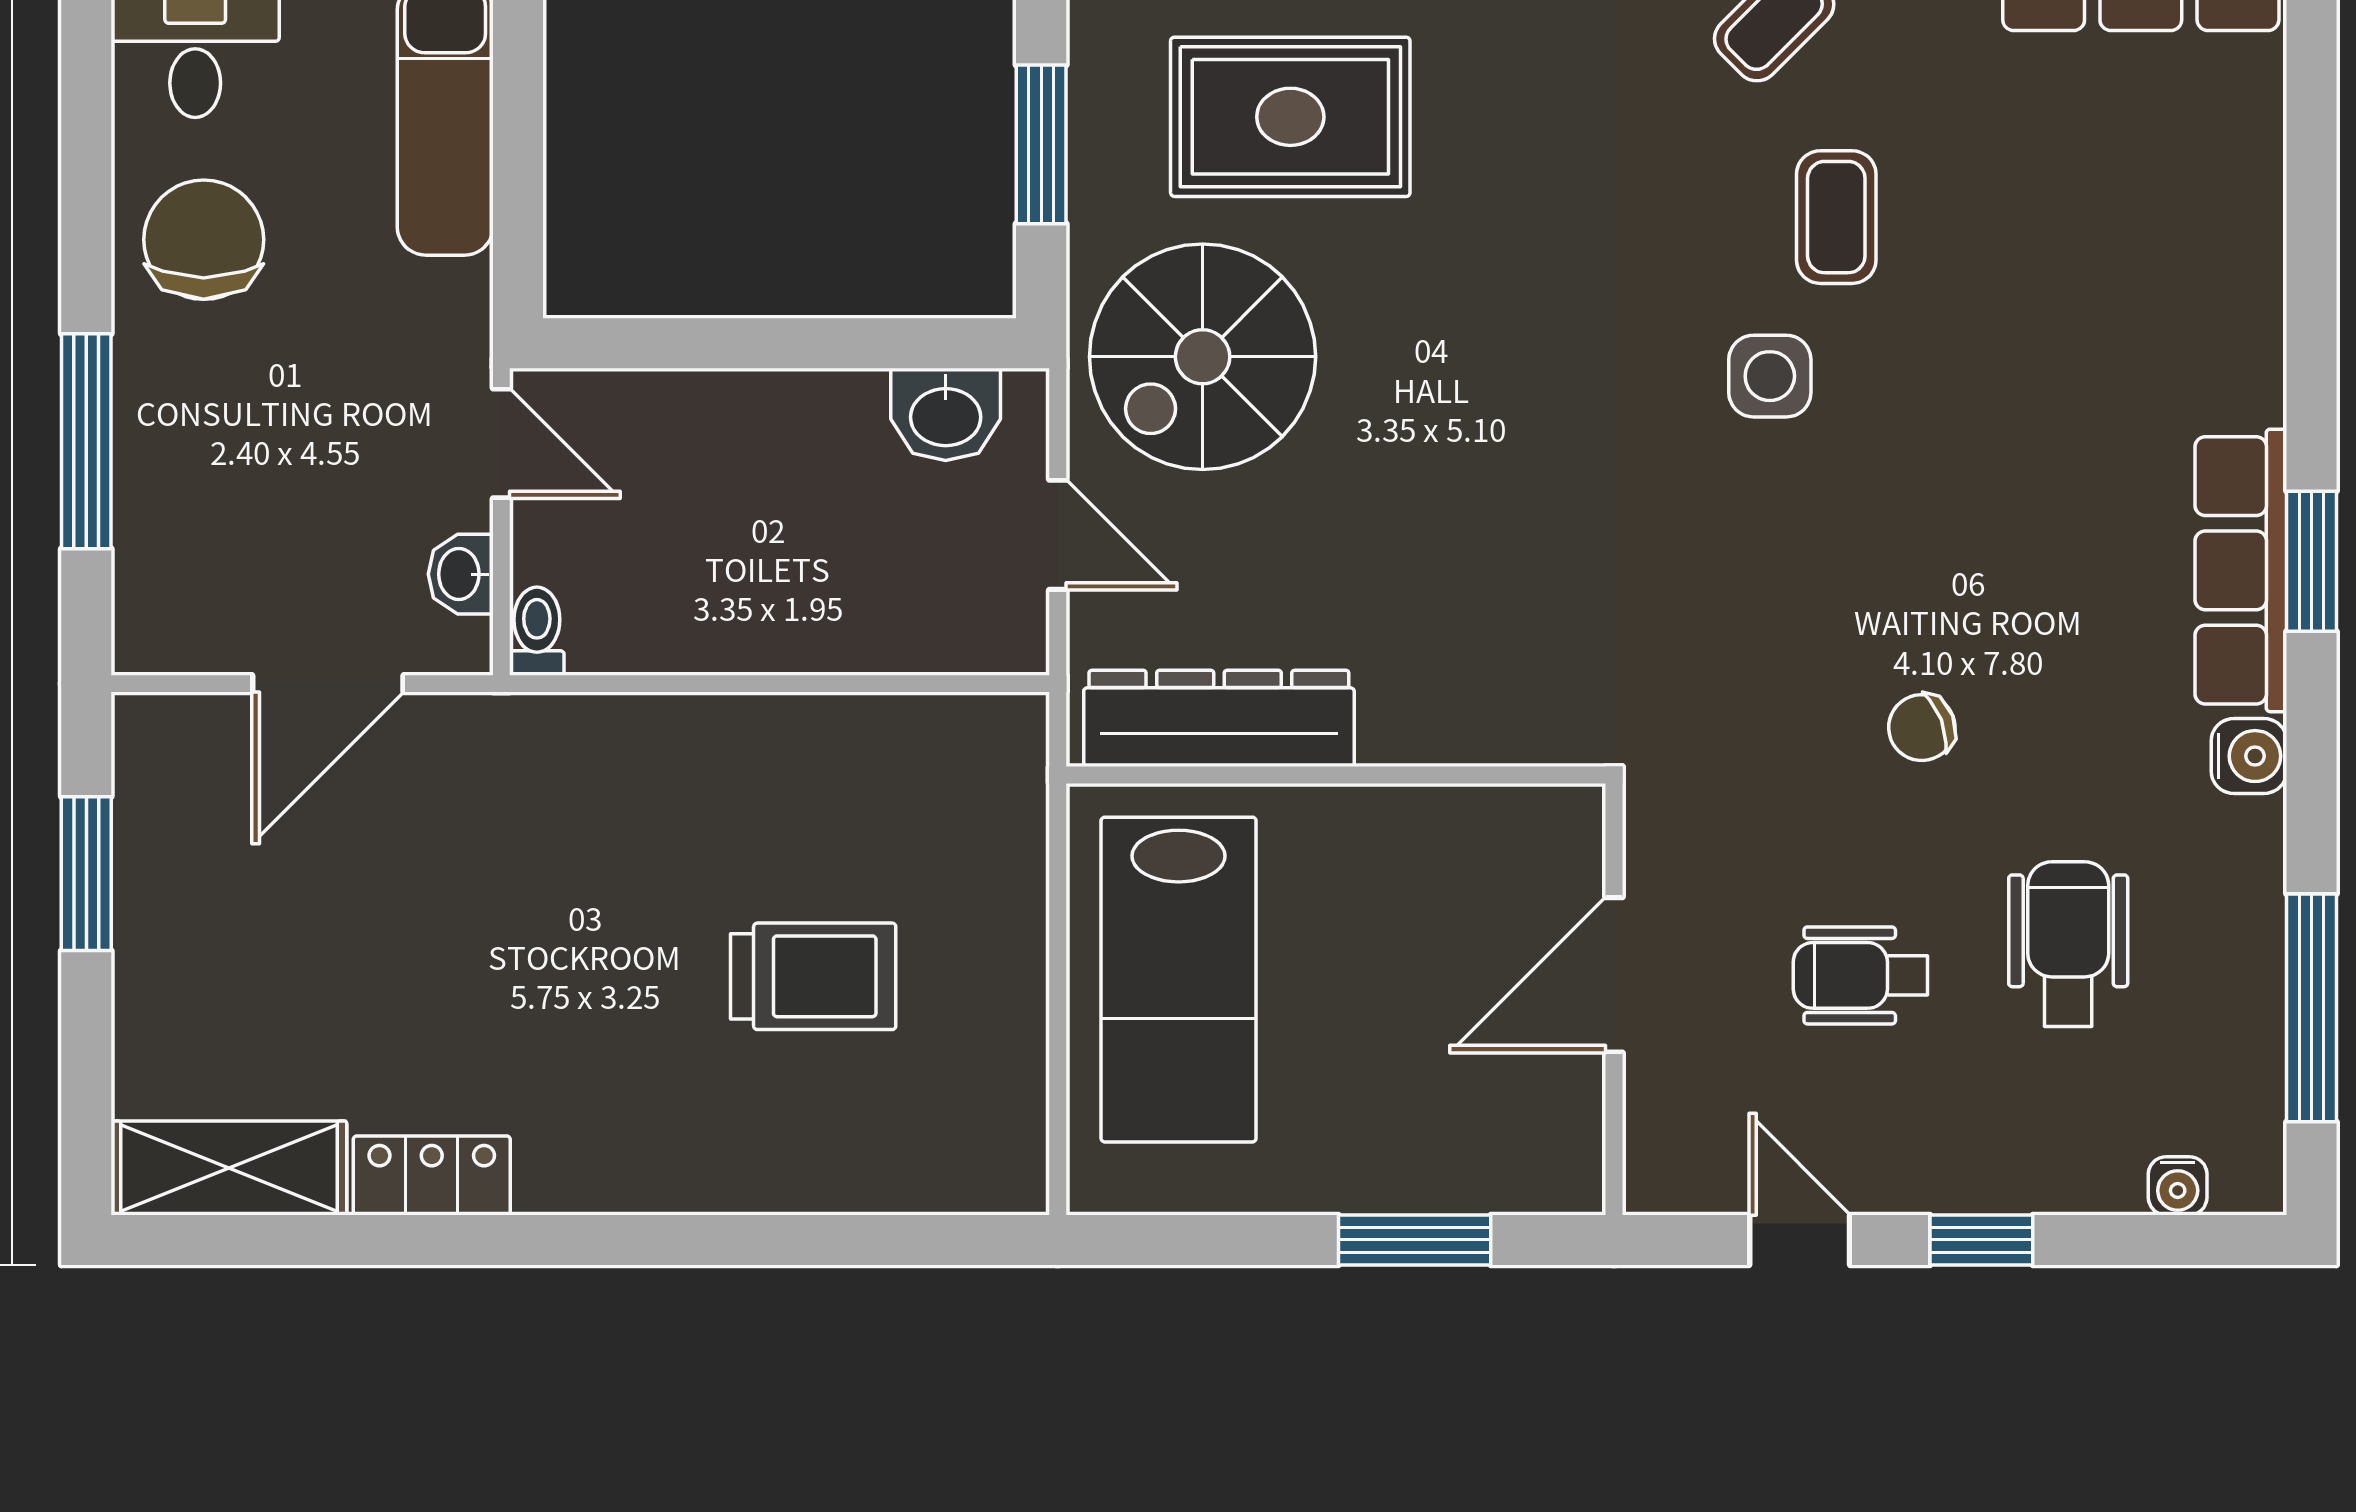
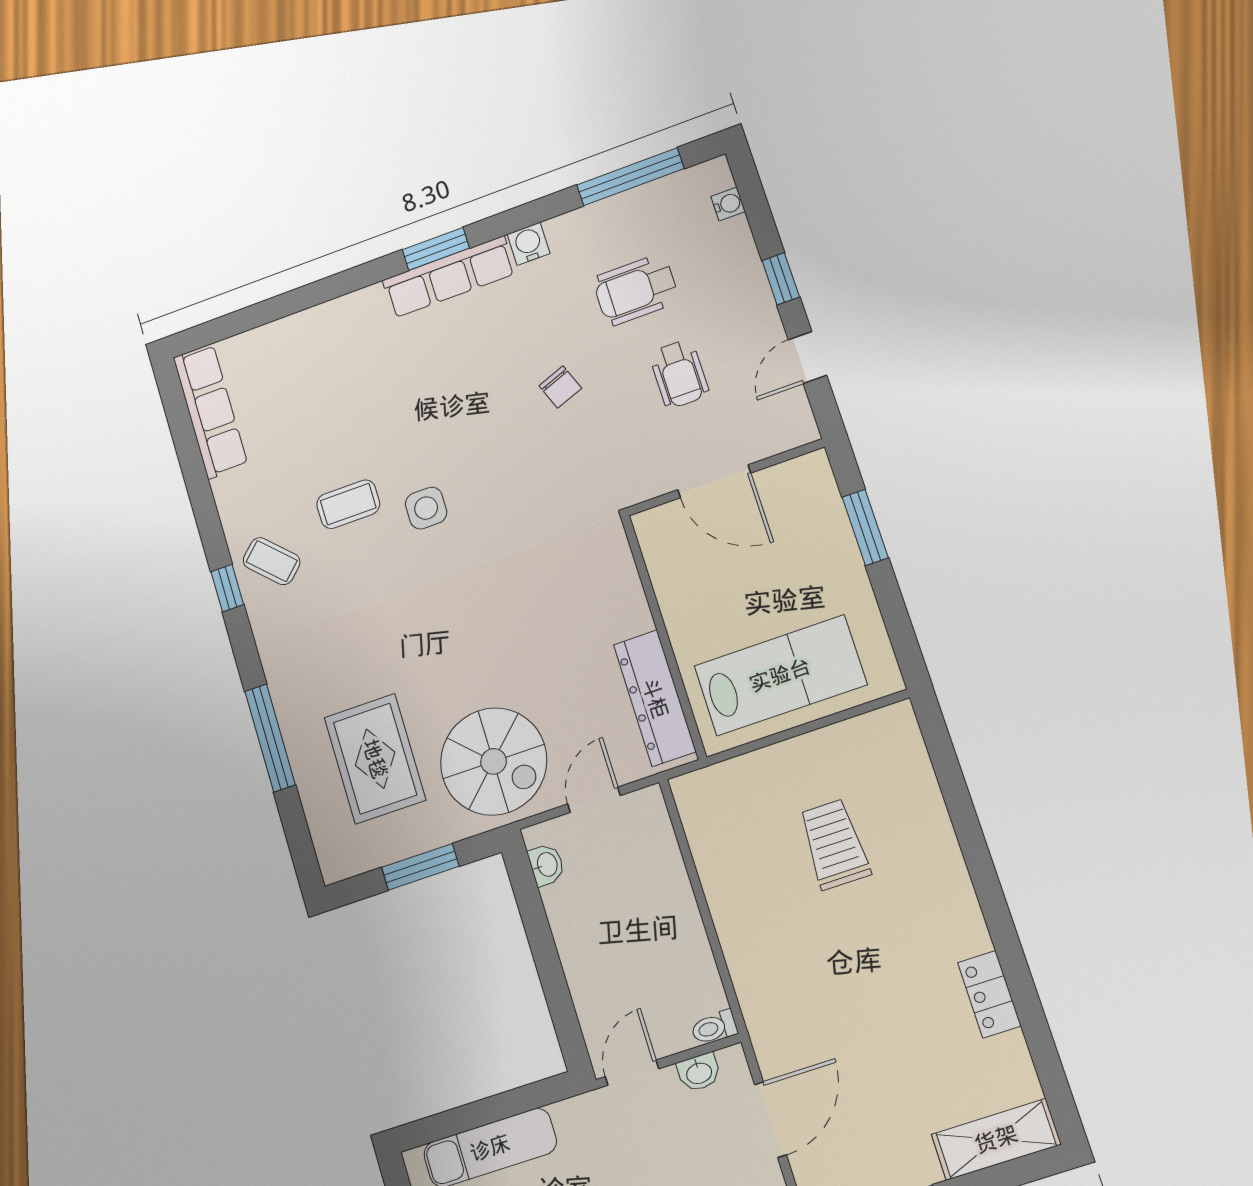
washbasin: (946, 414) -> (546, 865), width x0.72, depth x0.69
door: (328, 684) -> (770, 1120), hinge flipped
shelving: (229, 1168) -> (996, 1139), moved, turned 90

